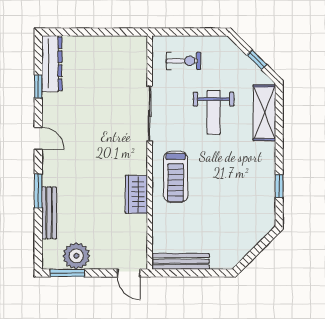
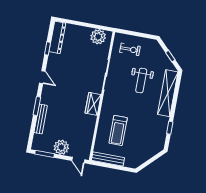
plant: (123, 49) -> (98, 37), added
shelving: (264, 113) -> (168, 93), width x1.47
treadmill: (176, 177) -> (118, 130), moved
wardrobe: (136, 194) -> (93, 104), moved
plant: (76, 256) -> (61, 147), moved

